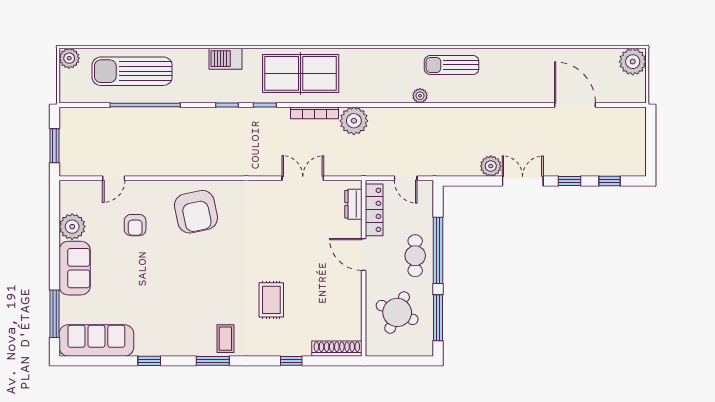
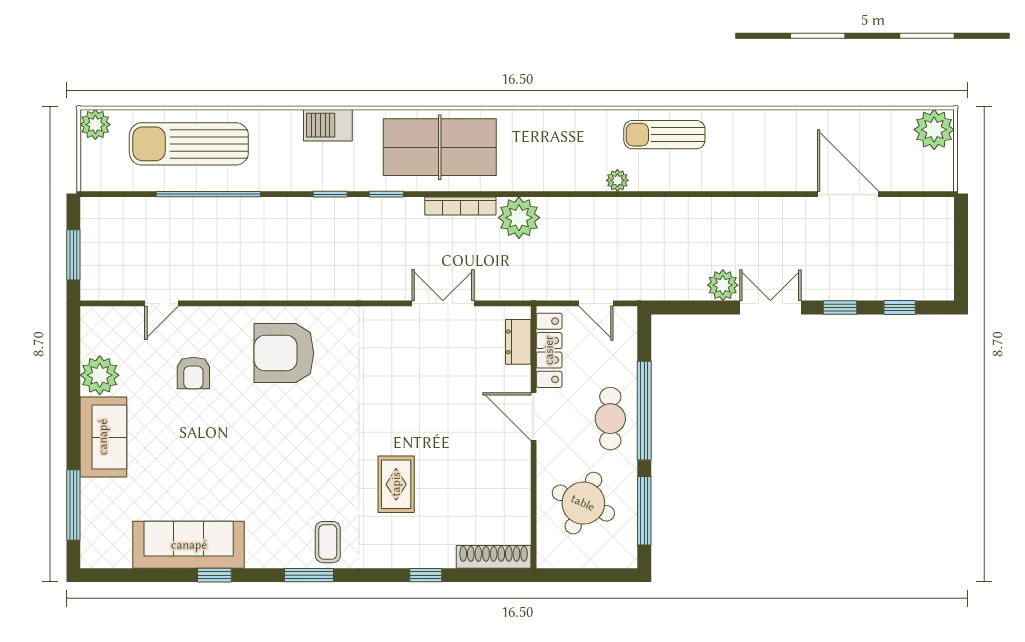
armchair: (196, 212) -> (284, 353), turned 102
sofa: (96, 340) -> (189, 545), moved

